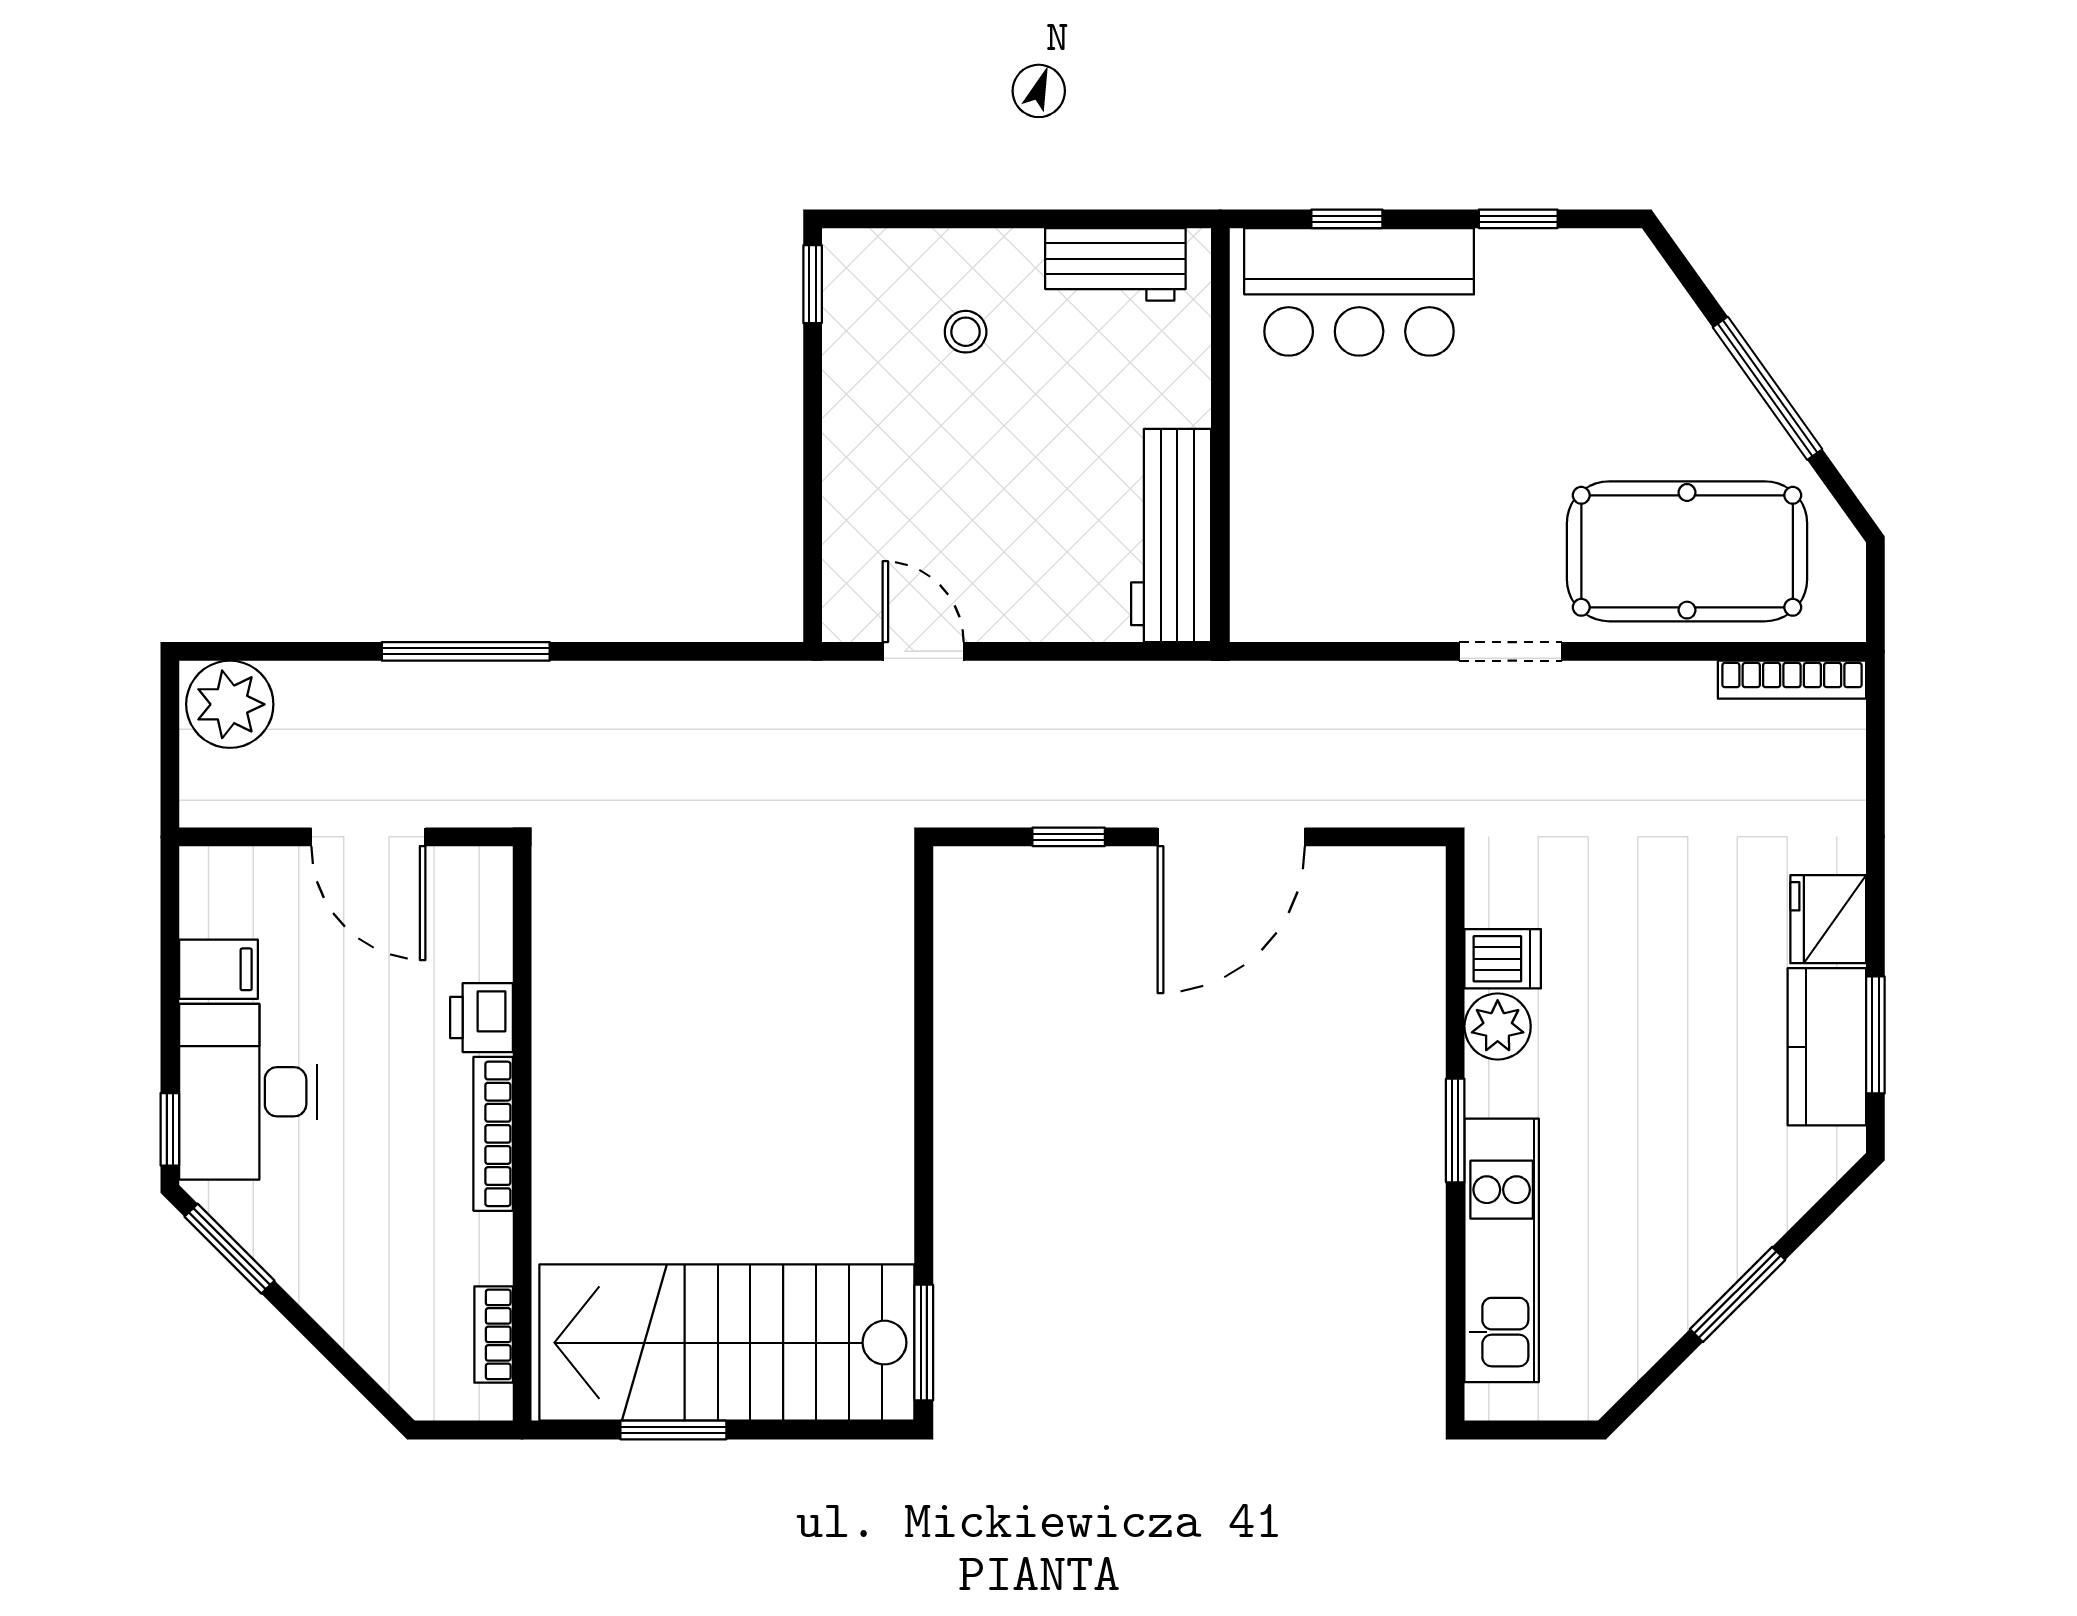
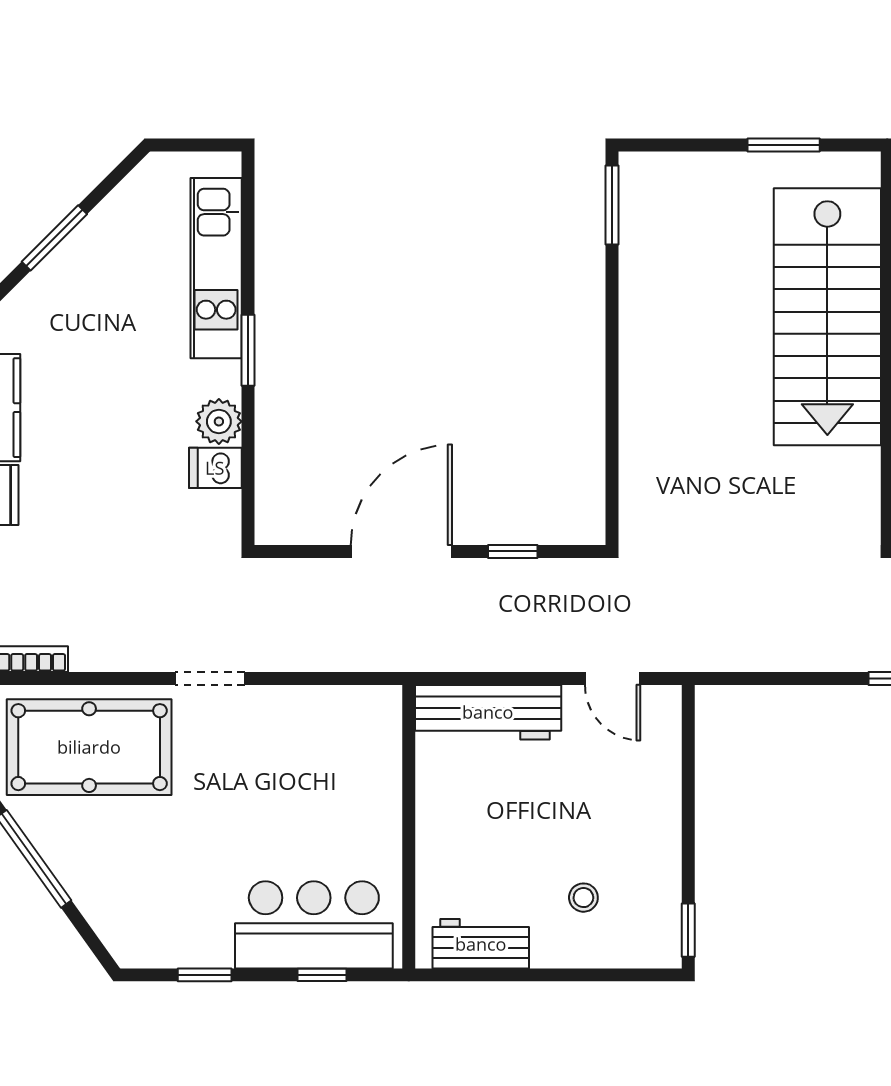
workbench: (1171, 536) -> (488, 712), moved, turned 90
stairs: (727, 1343) -> (827, 317), moved, turned 90

